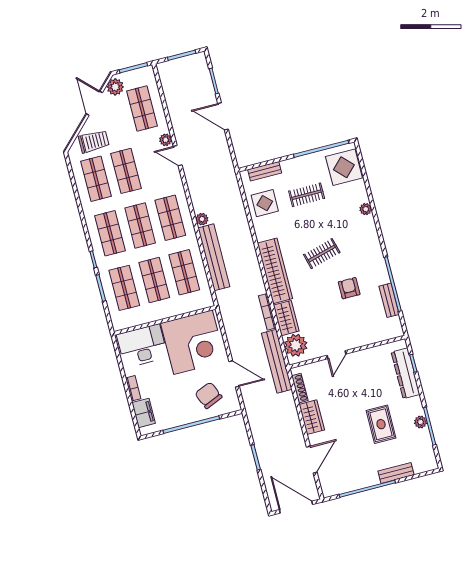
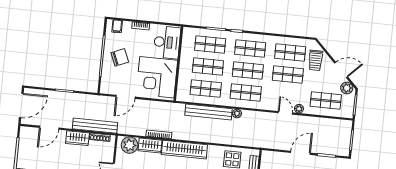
door: (178, 156) -> (285, 113), hinge flipped
bench: (277, 361) -> (95, 126), moved
chair: (208, 395) -> (120, 57), moved
filing cabinet: (144, 413) -> (117, 26), width x0.50
door: (312, 460) -> (49, 128), hinge flipped

